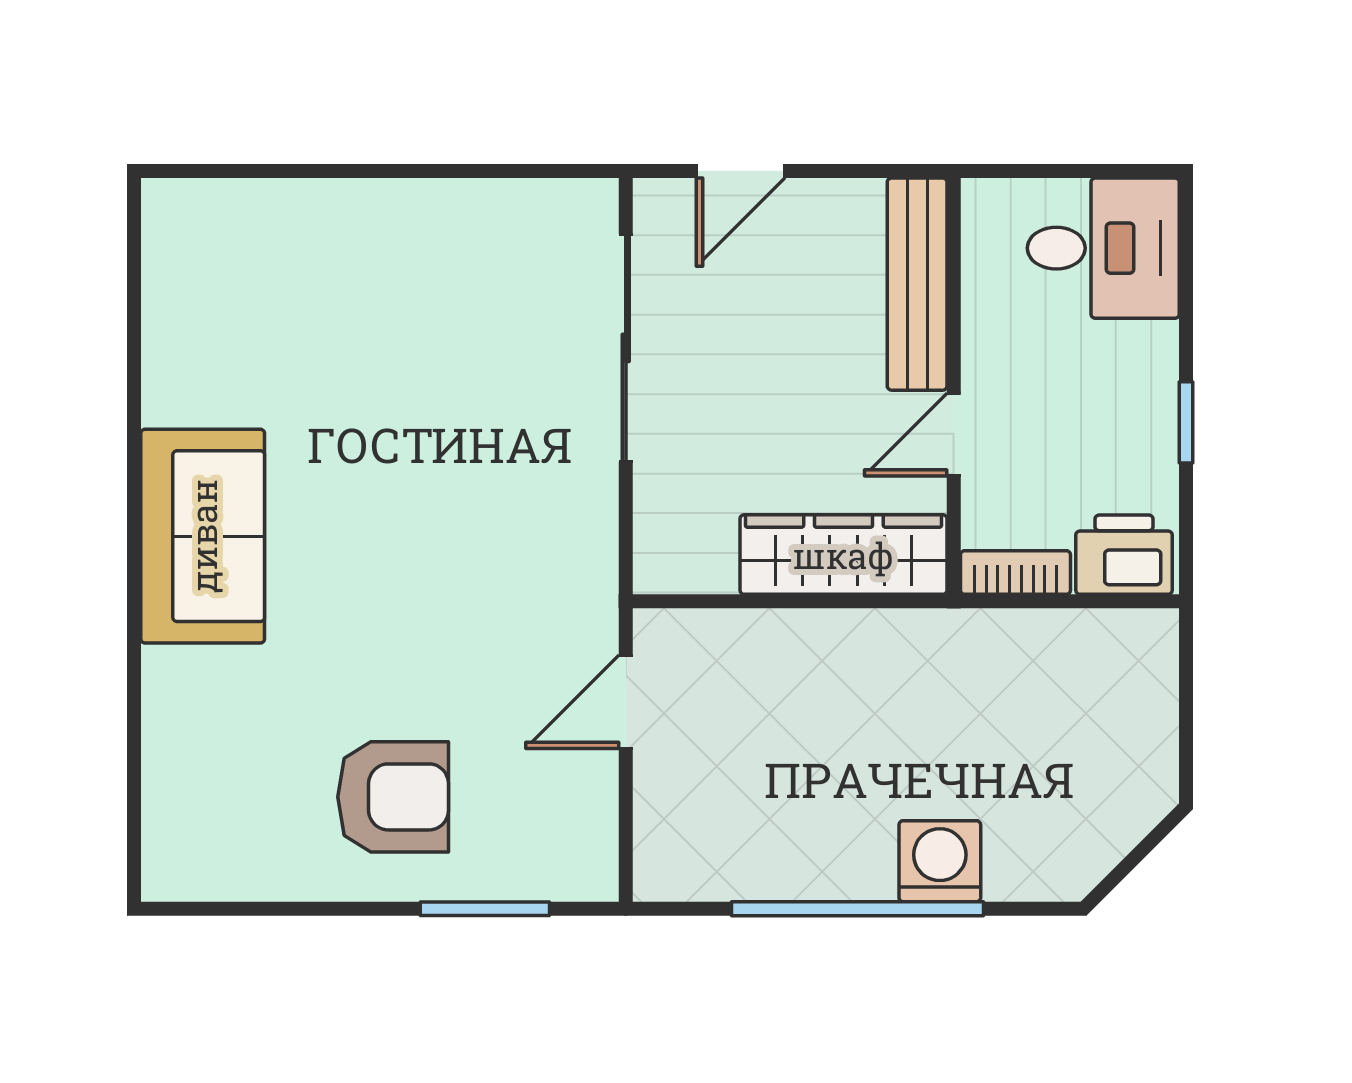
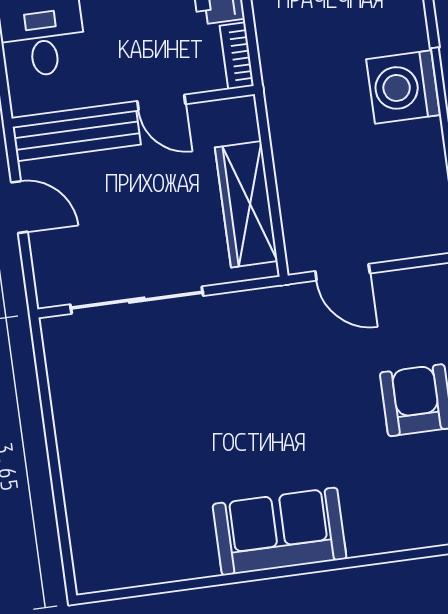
door: (741, 171) -> (19, 207), moved
wardrobe: (843, 555) -> (246, 204), moved
washing machine: (940, 861) -> (403, 87), width x1.37, depth x1.37

